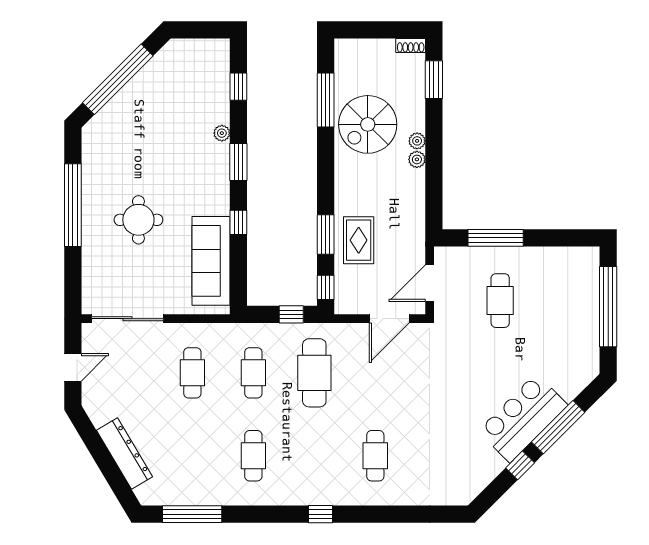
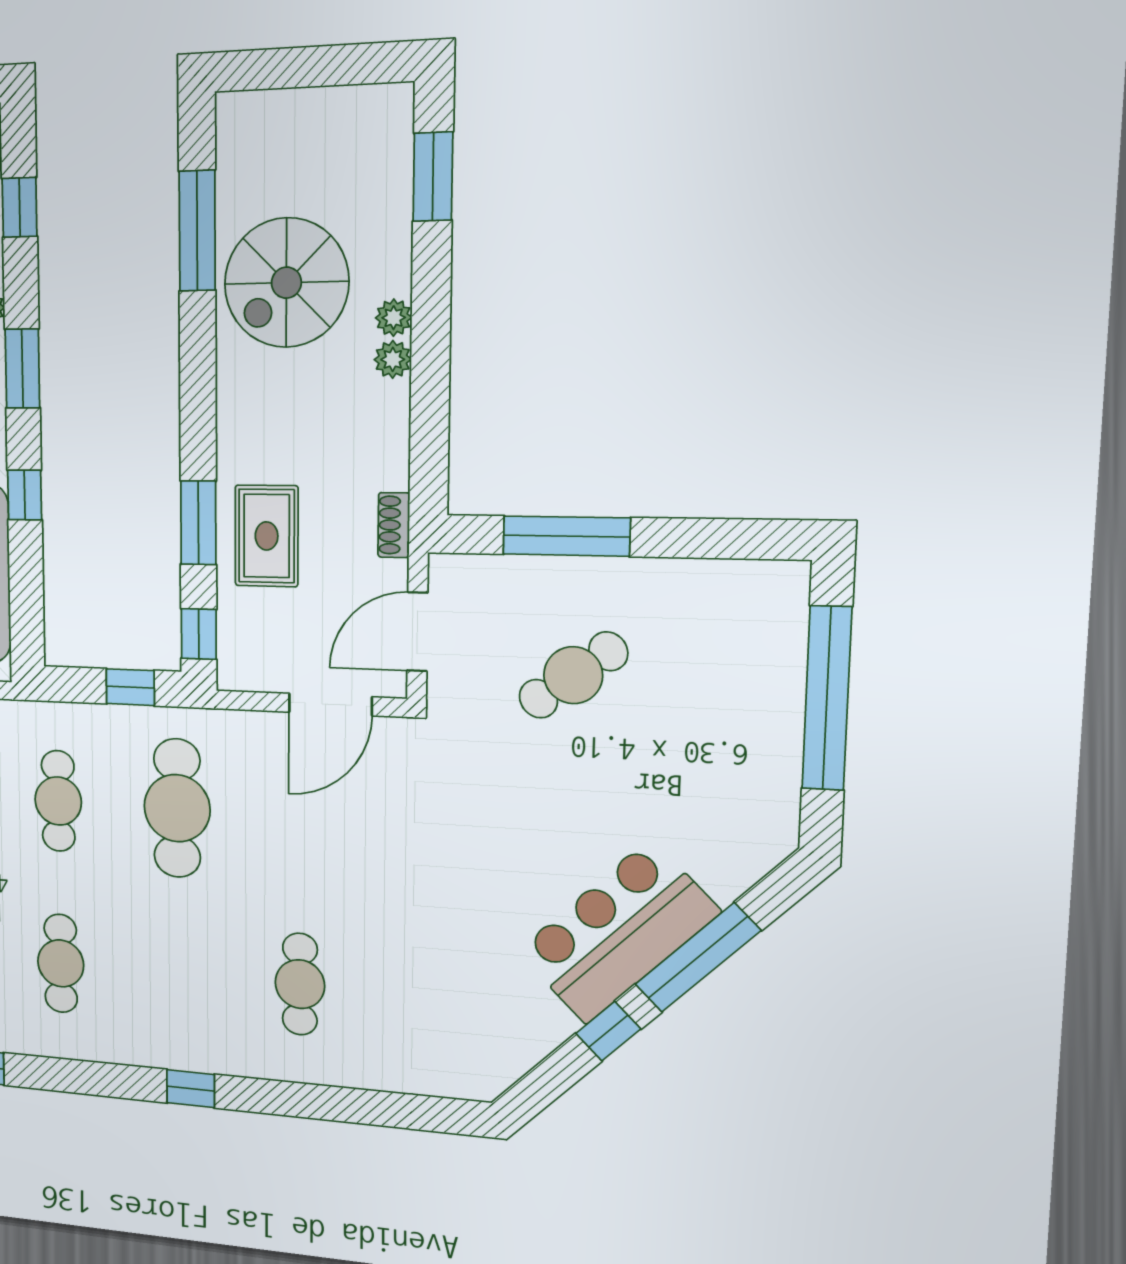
shoe rack: (411, 45) -> (394, 525), moved, turned 90
cafe table: (500, 301) -> (573, 675), turned 53

